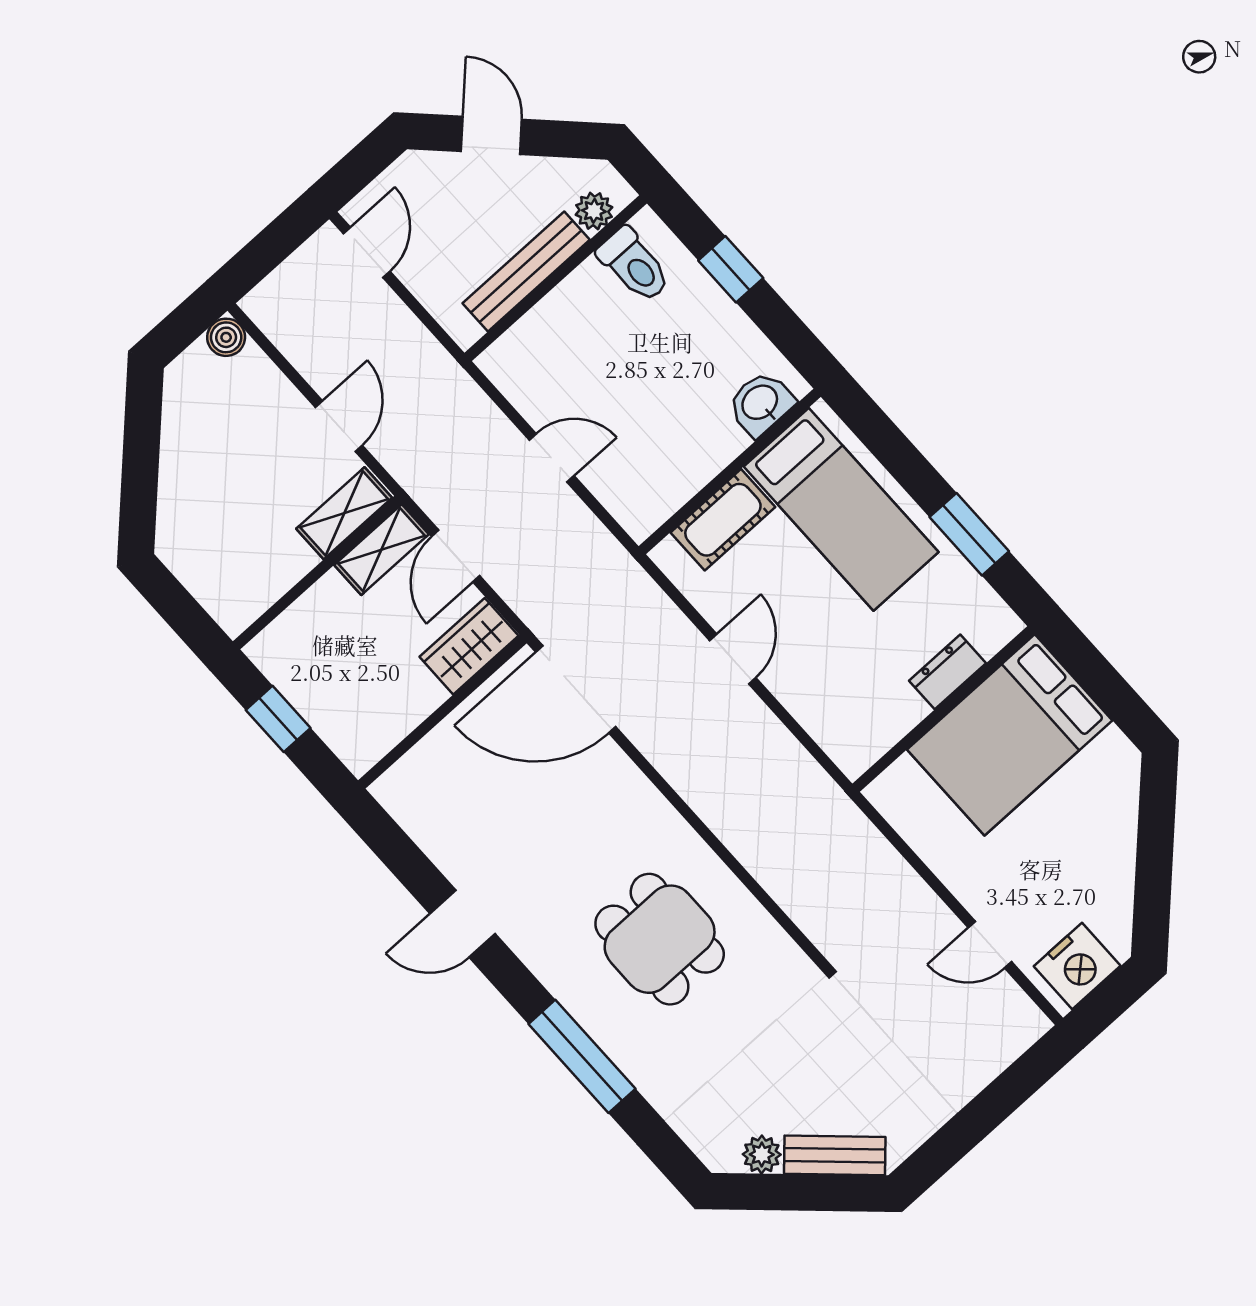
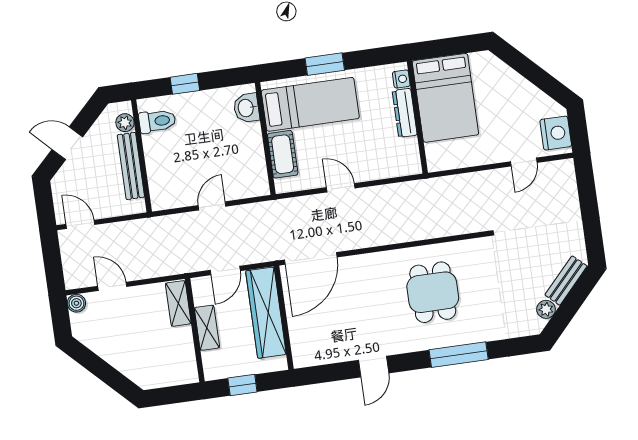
door: (339, 426) -> (112, 286), moved
window: (969, 534) -> (325, 64), moved
shelving: (382, 550) -> (207, 328), moved
door: (456, 556) -> (225, 270), hinge flipped
nightstand: (991, 637) -> (401, 79), added
wardrobe: (469, 646) -> (266, 313), width x2.10, depth x1.17
dresser: (947, 672) -> (405, 113), width x1.44
dining table: (660, 939) -> (433, 292), turned 90

